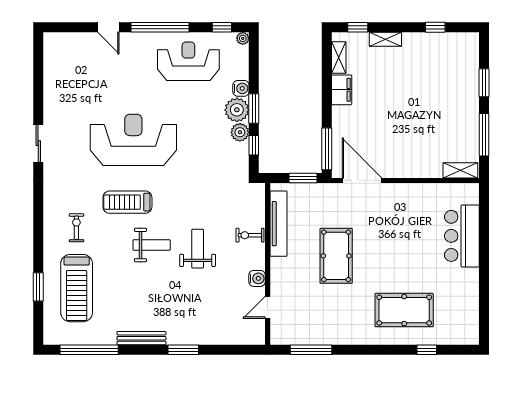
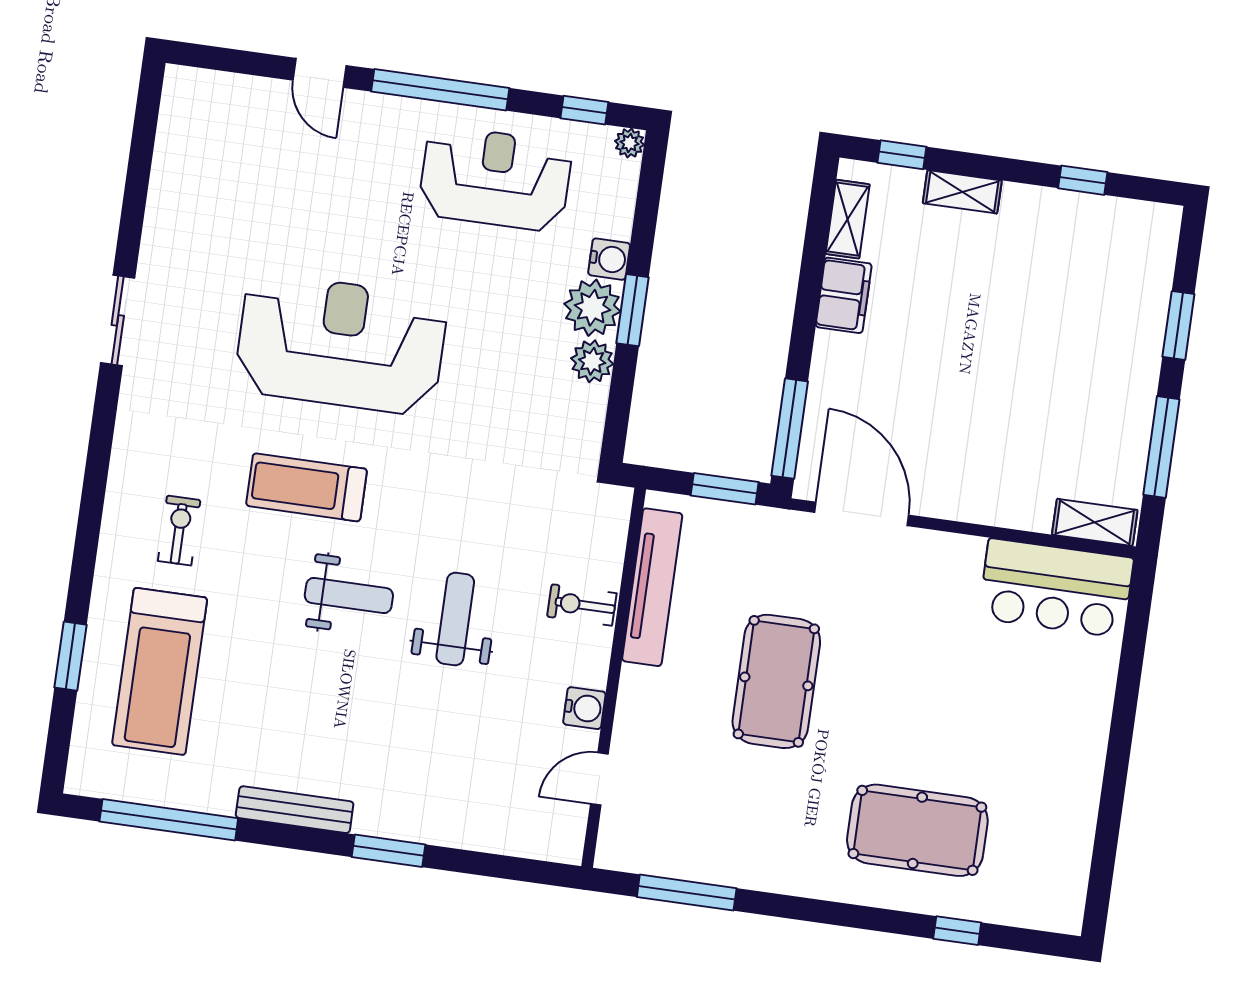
window: (254, 145) -> (620, 396), removed
bar counter: (462, 236) -> (1056, 588), moved, turned -90

